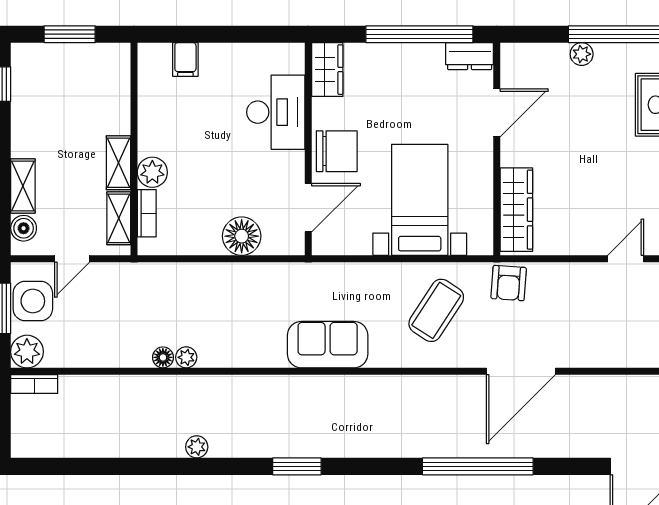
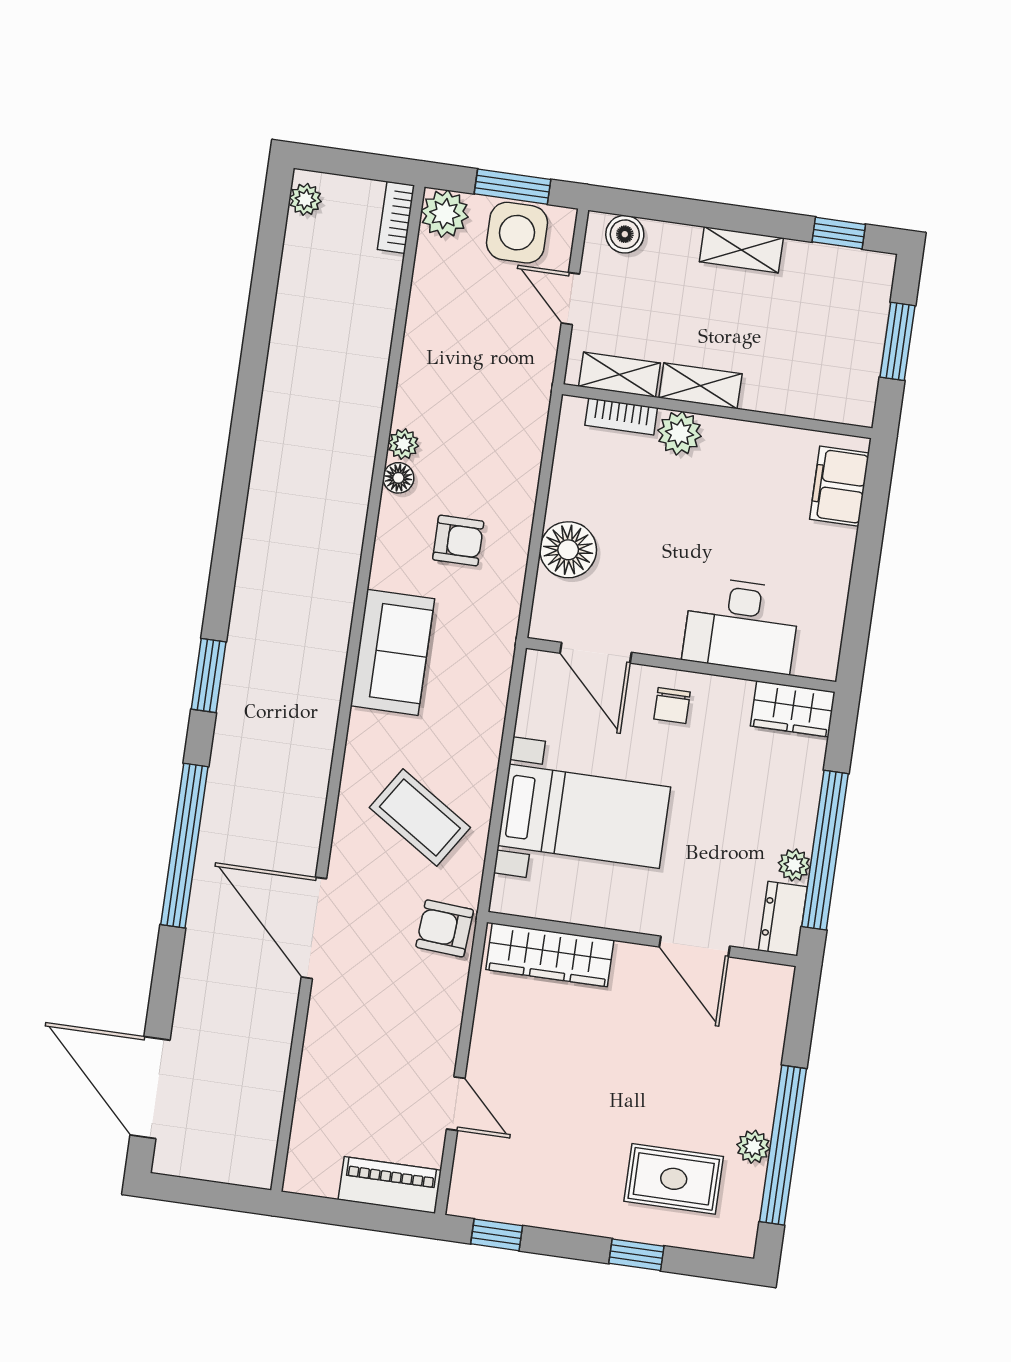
plant: (432, 54) -> (794, 865), added
plant: (582, 54) -> (753, 1147), moved
filing cabinet: (185, 60) -> (839, 486), width x2.00
chair: (337, 151) -> (672, 706), width x0.54, depth x0.54
shelving: (23, 186) -> (741, 250), moved
armchair: (246, 311) -> (458, 541), added
floor lamp: (163, 357) -> (398, 478), moved
plant: (197, 447) -> (305, 199), moved
window: (297, 466) -> (209, 675), moved

